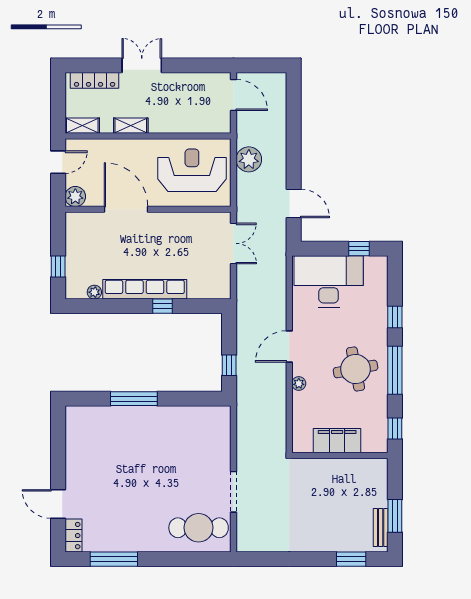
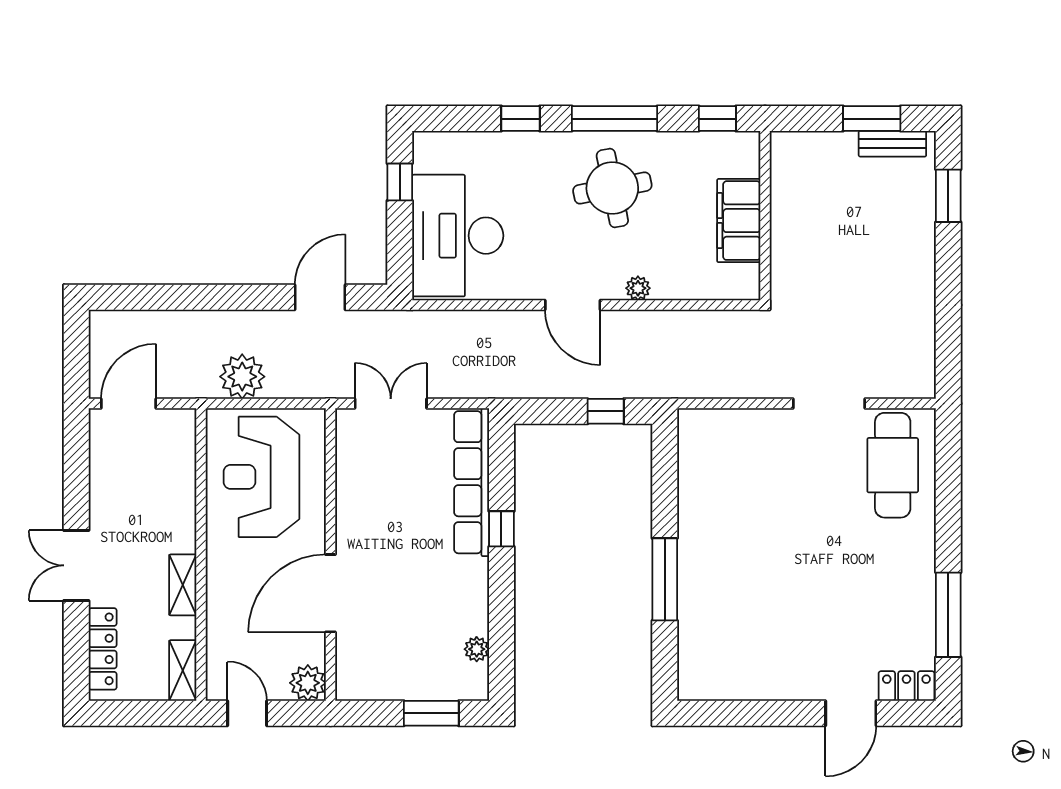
window: (58, 266) -> (431, 713), width x1.50
row of seats: (145, 289) -> (472, 482), moved

